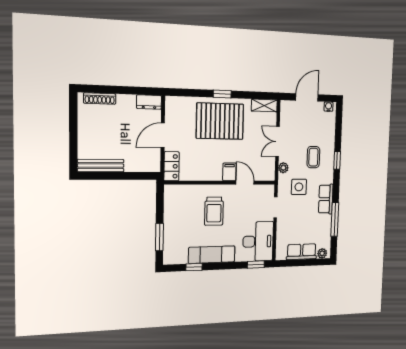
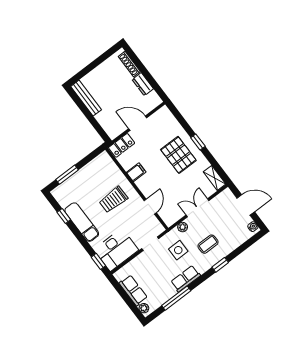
dresser: (149, 102) -> (143, 84), moved
pallet: (220, 121) -> (178, 155), width x0.73, depth x0.71
filing cabinet: (229, 172) -> (136, 172), moved

